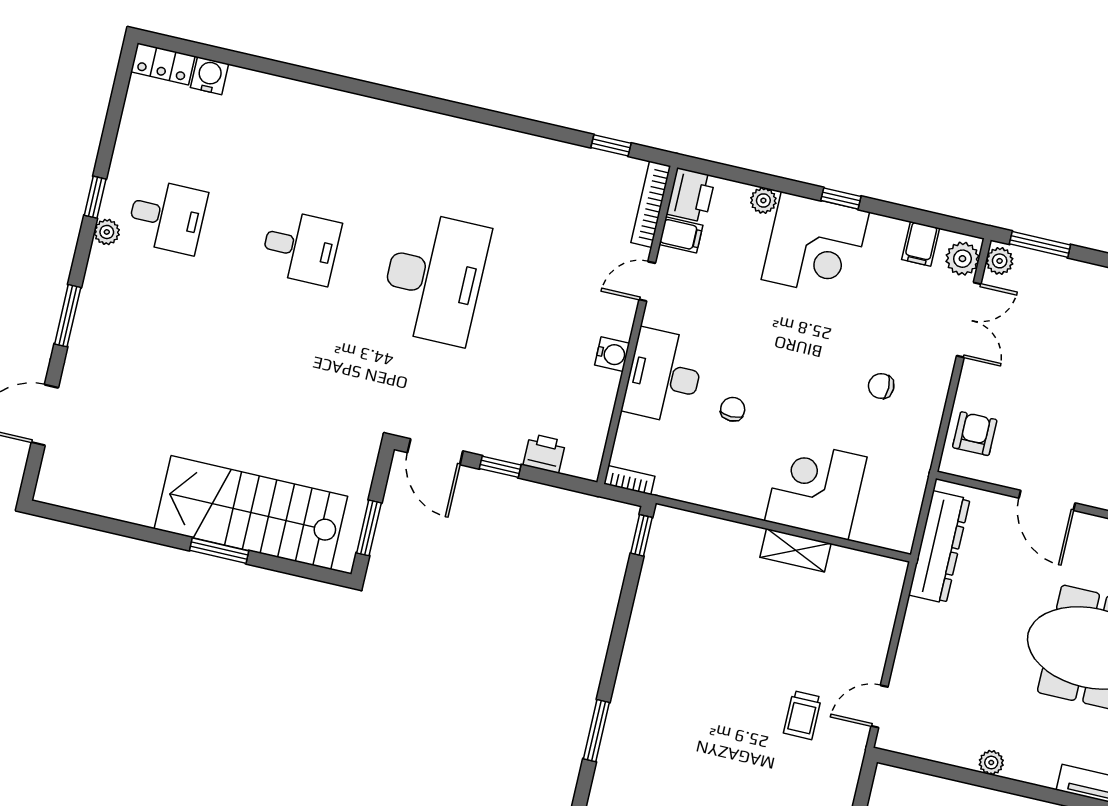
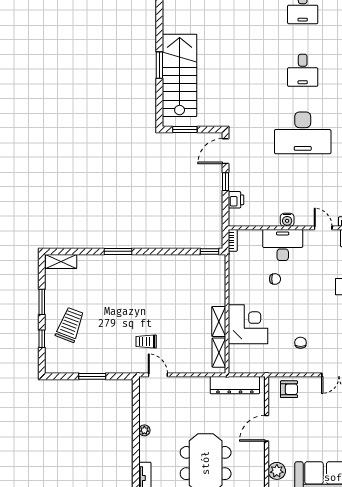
shelving: (862, 565) -> (219, 353), added

